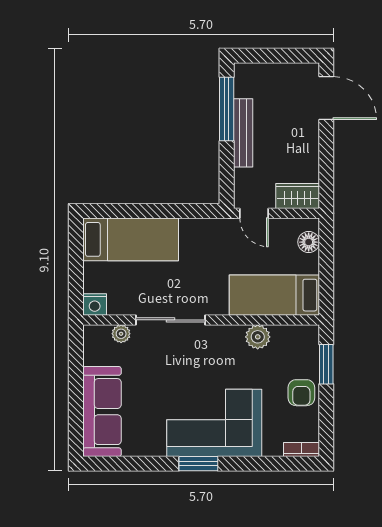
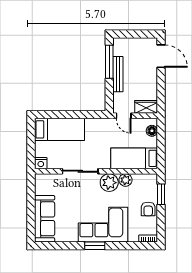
plant: (121, 334) -> (109, 183), moved, width x1.87, depth x1.87

